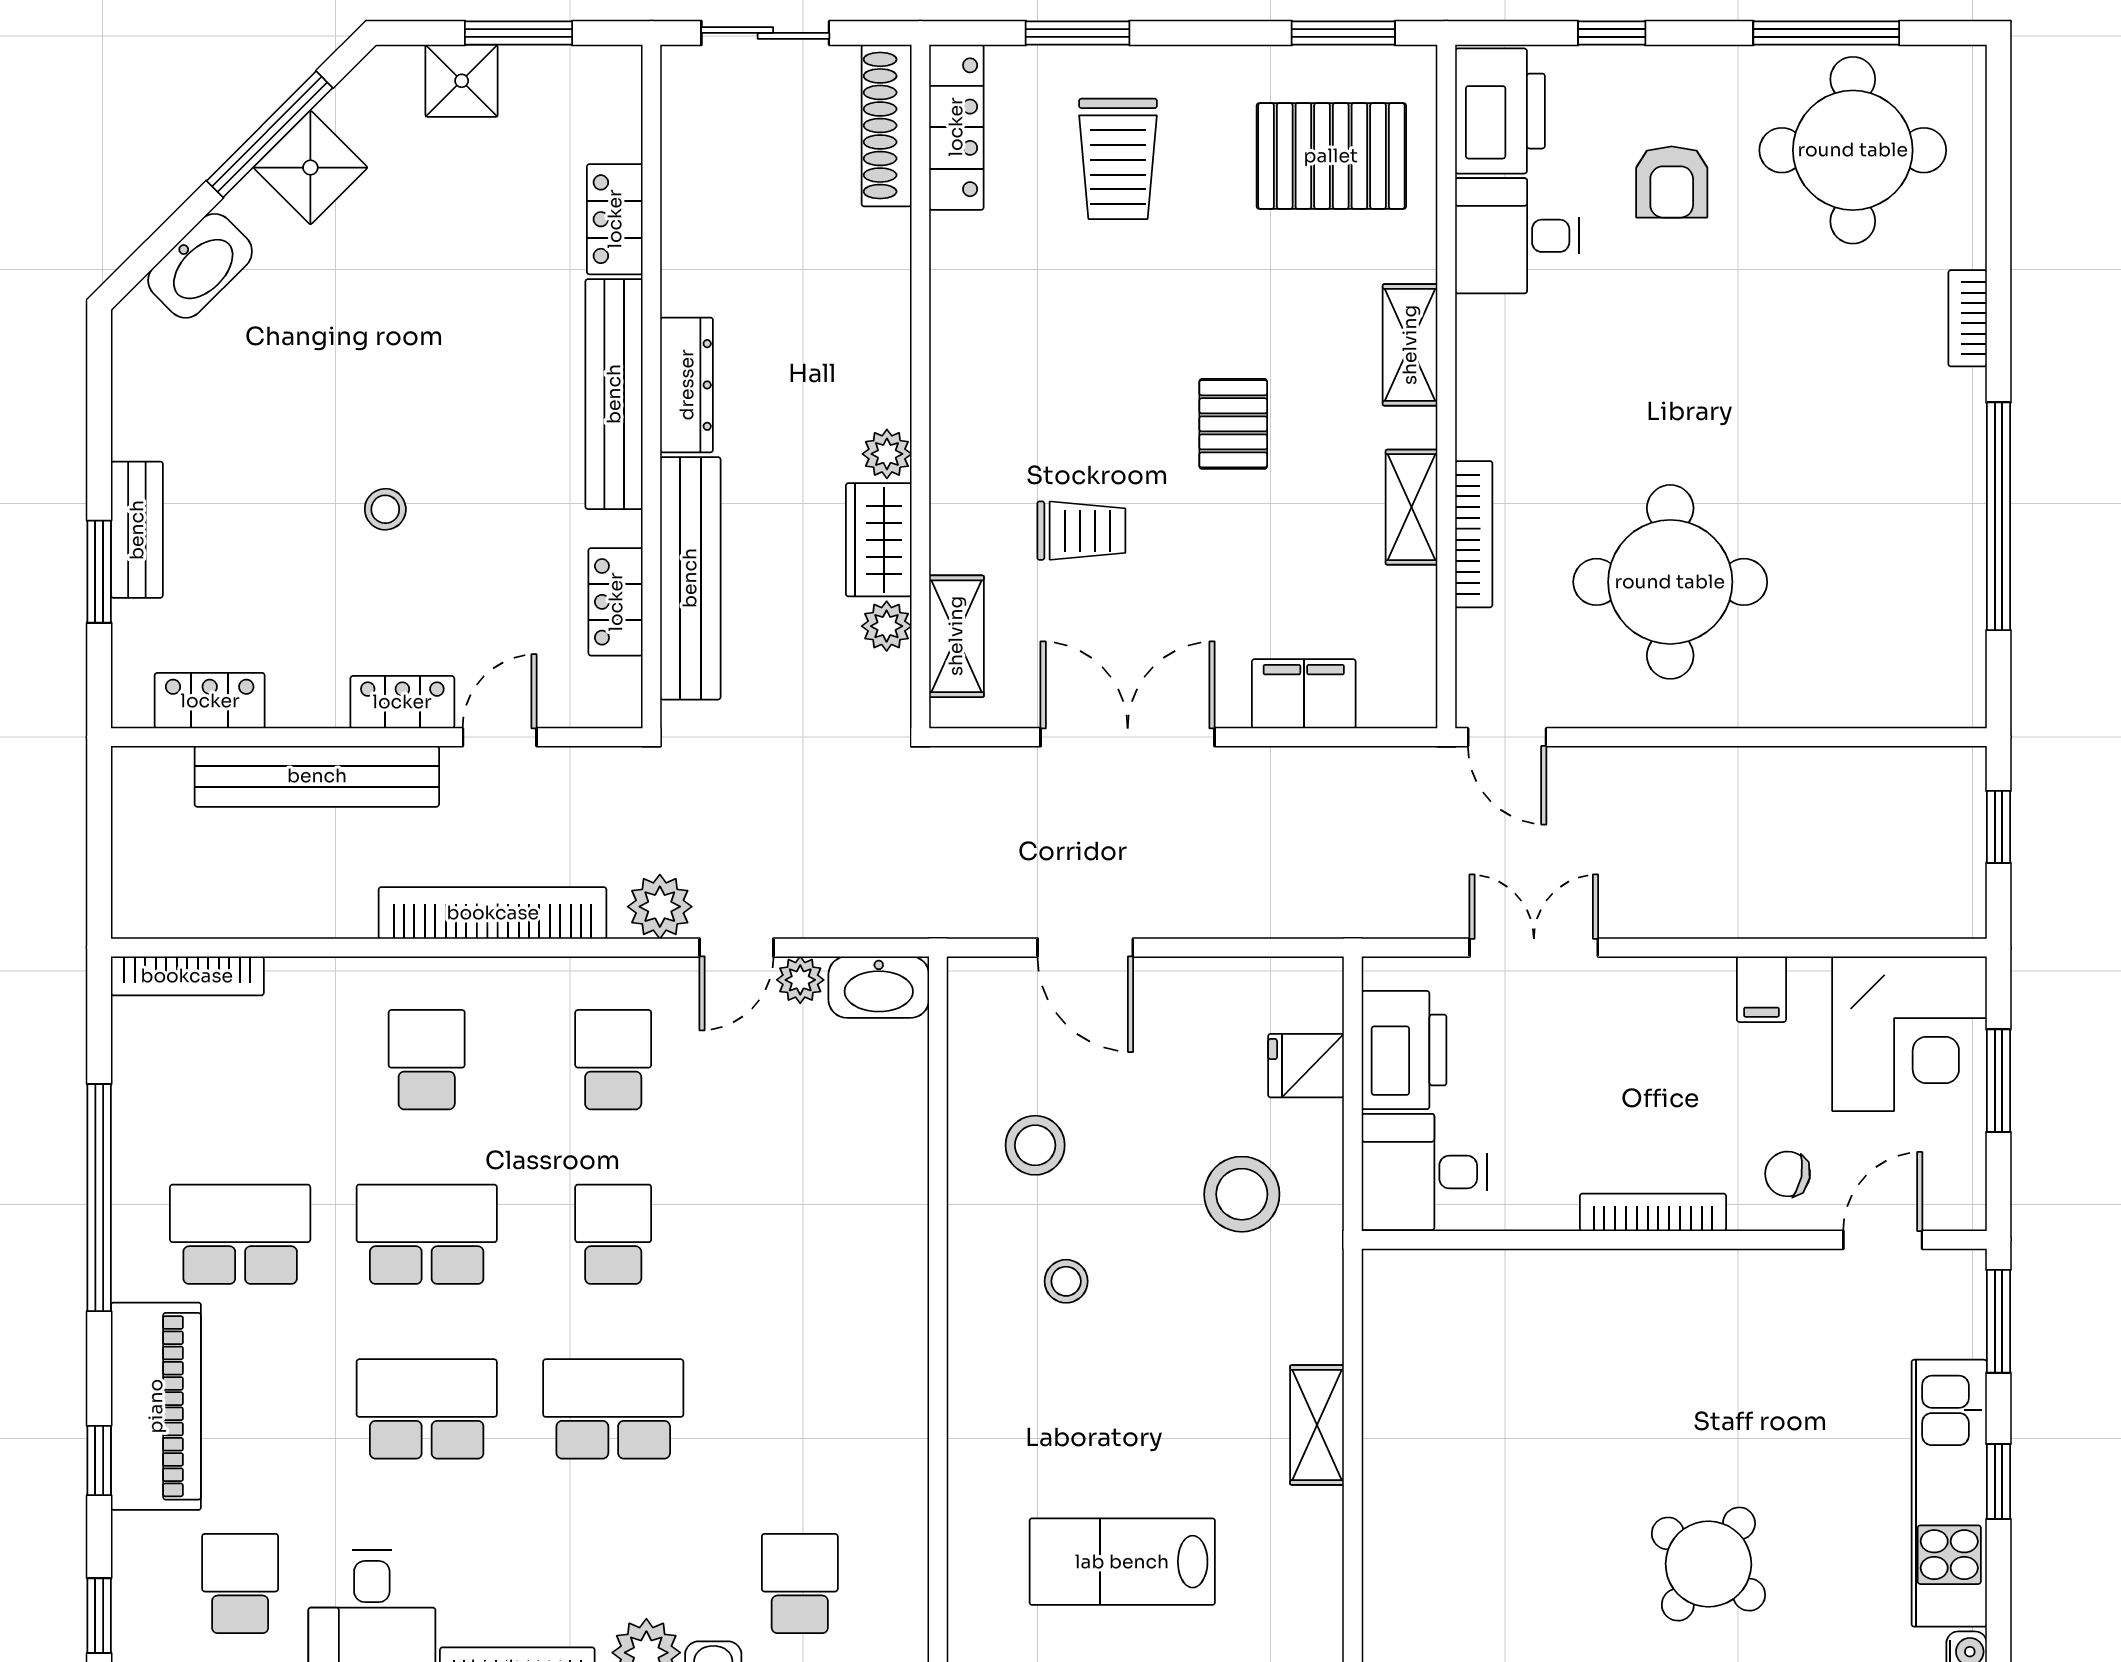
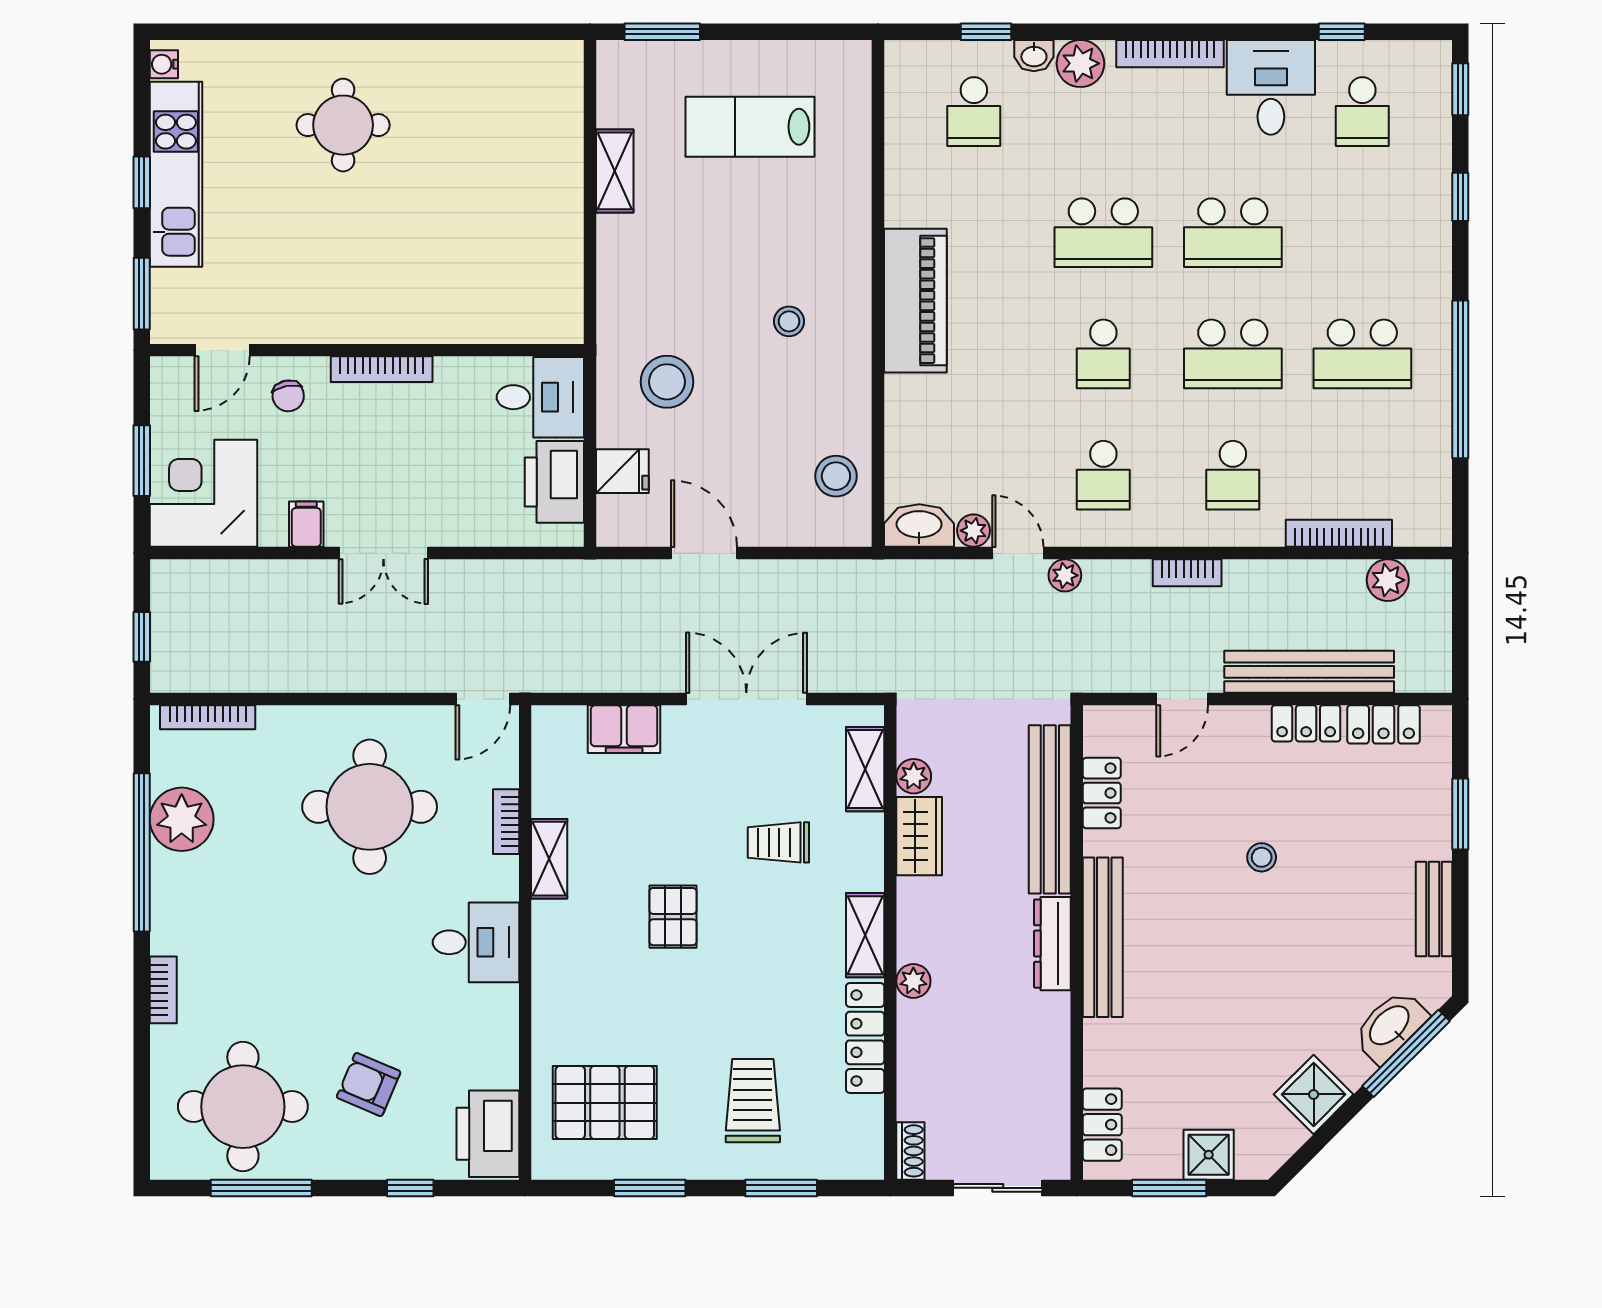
window: (1343, 33) -> (650, 1188), moved
shoe rack: (887, 125) -> (910, 1151), width x0.51, depth x0.81
locker: (956, 127) -> (865, 1038), moved
window: (270, 134) -> (1406, 1053), moved
armchair: (1672, 182) -> (369, 1084), turned -67
locker: (615, 219) -> (1102, 1125), moved
desk: (1517, 236) -> (476, 942), moved
shelving: (1410, 345) -> (865, 935), moved
plant: (887, 454) -> (913, 981), moved
bench: (137, 530) -> (1434, 909), moved
bookcase: (1474, 534) -> (506, 822), width x0.64
plant: (1941, 564) -> (182, 819), added
locker: (402, 702) -> (1306, 723), moved
bookcase: (1904, 711) -> (208, 717), added
double door: (1128, 737) -> (746, 699), swing flipped
door: (1507, 737) -> (483, 699), swing flipped
plant: (660, 907) -> (1065, 575), width x0.73, depth x0.73
plant: (204, 909) -> (1388, 580), added
bookcase: (493, 913) -> (1187, 573), width x0.43, depth x0.76
door: (736, 948) -> (1018, 553), hinge flipped
door: (1085, 948) -> (704, 553), moved
double door: (1534, 948) -> (383, 553), moved
bookcase: (187, 976) -> (1339, 533), moved
stool: (1035, 1145) -> (836, 476), moved
chair: (1788, 1174) -> (288, 396), turned 68
piano: (156, 1406) -> (915, 301), moved, turned 180
shelving: (1317, 1425) -> (615, 171), moved
lab bench: (1122, 1562) -> (750, 127), turned 180
round table: (1708, 1564) -> (343, 125), turned -37

